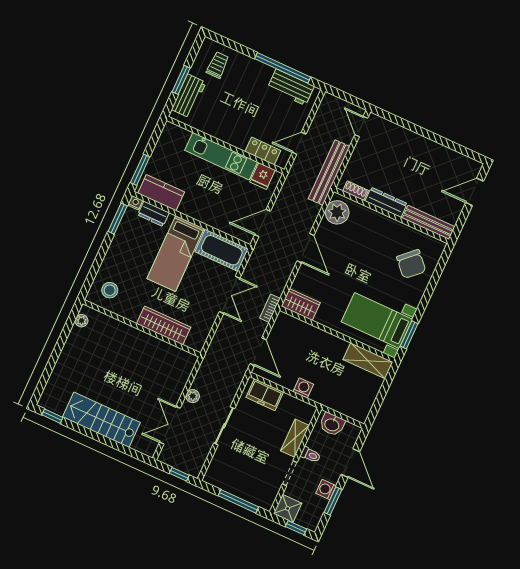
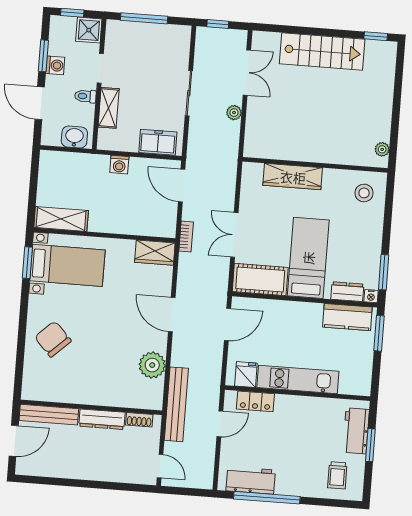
shoe rack: (355, 191) -> (139, 420), moved
dresser: (386, 202) -> (102, 419), moved
wall: (391, 215) -> (91, 407), moved
bench: (429, 222) -> (49, 415), moved

